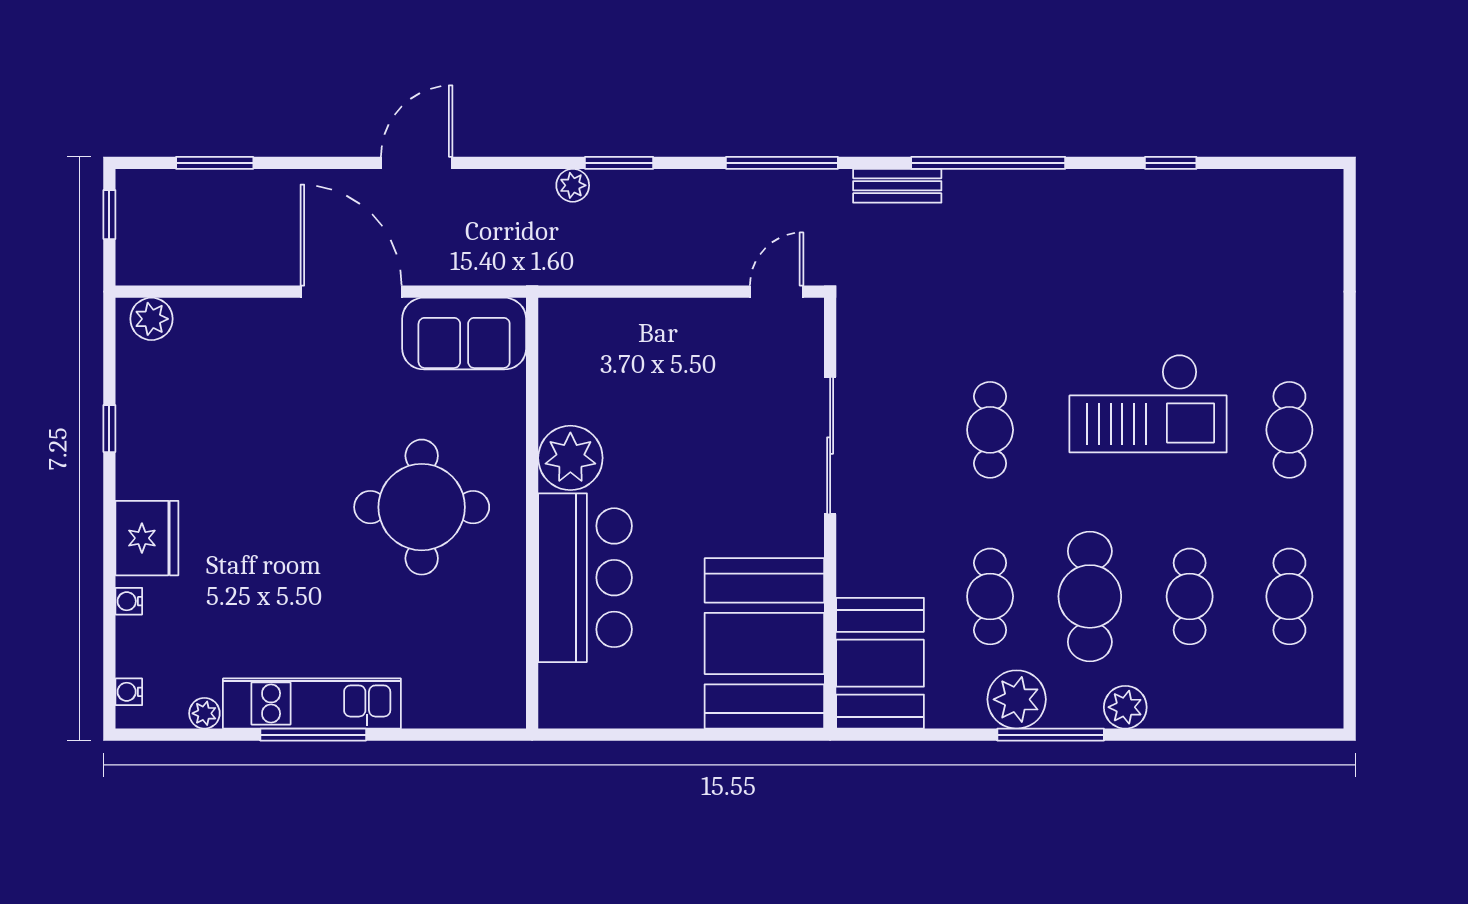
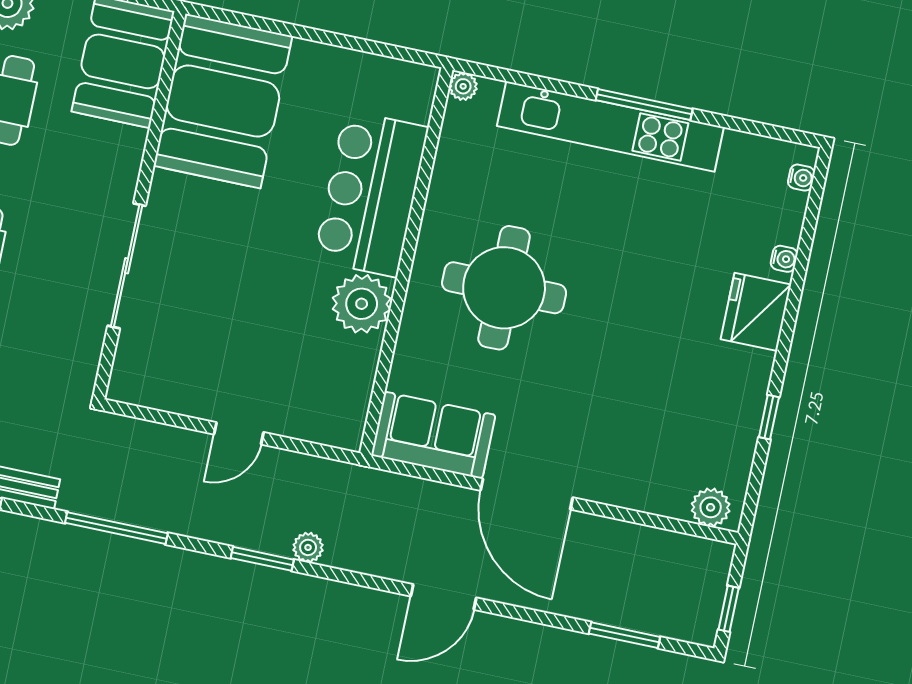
door: (777, 292) -> (239, 433), moved
kitchen unit: (312, 703) -> (610, 126), width x1.36
plant: (204, 713) -> (463, 86), moved

